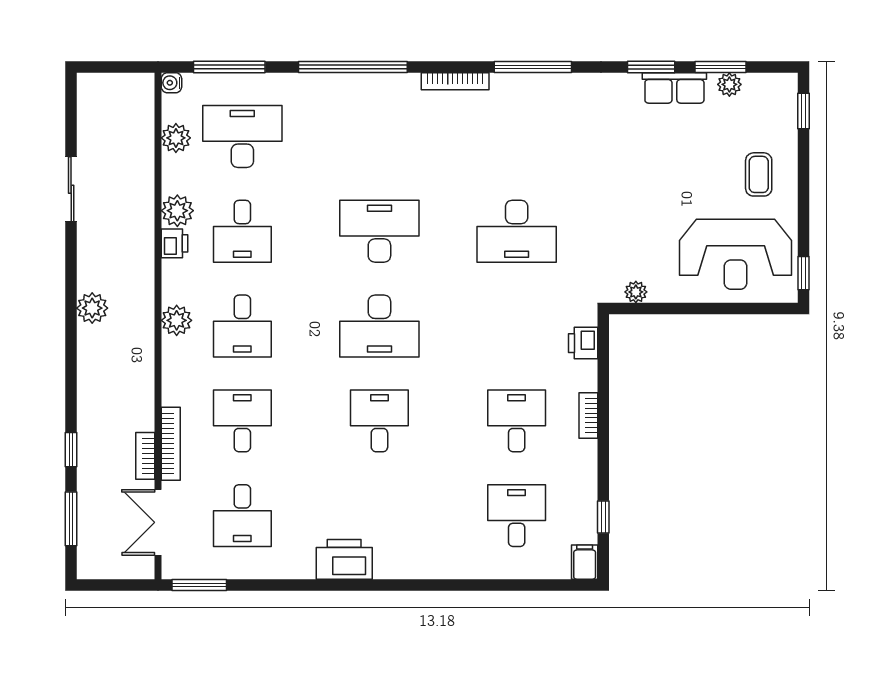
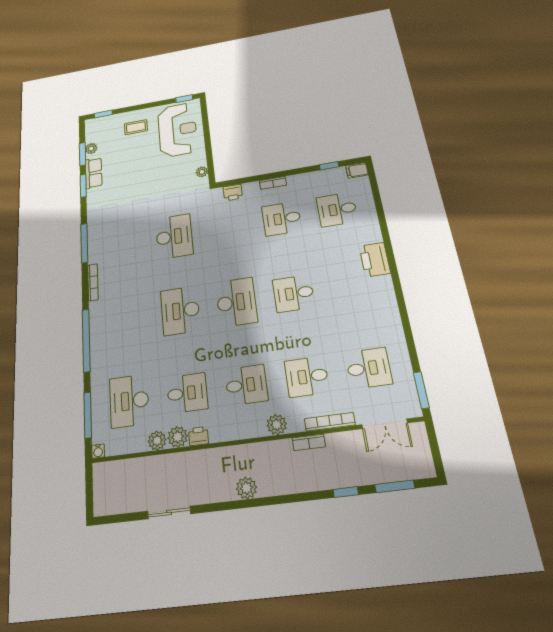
plant: (176, 138) -> (157, 441), moved
plant: (177, 320) -> (277, 425), moved
bookcase: (145, 456) -> (309, 442), moved
printer: (344, 559) -> (375, 260), moved

